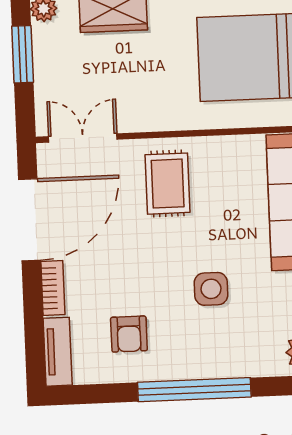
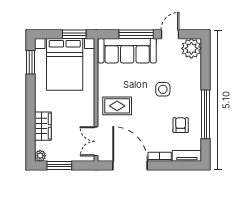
armchair: (129, 334) -> (181, 125), turned -90
window: (194, 390) -> (206, 114), moved

